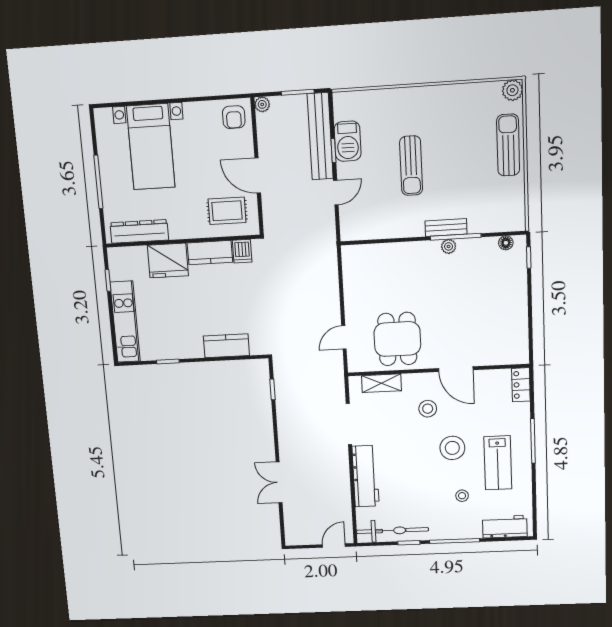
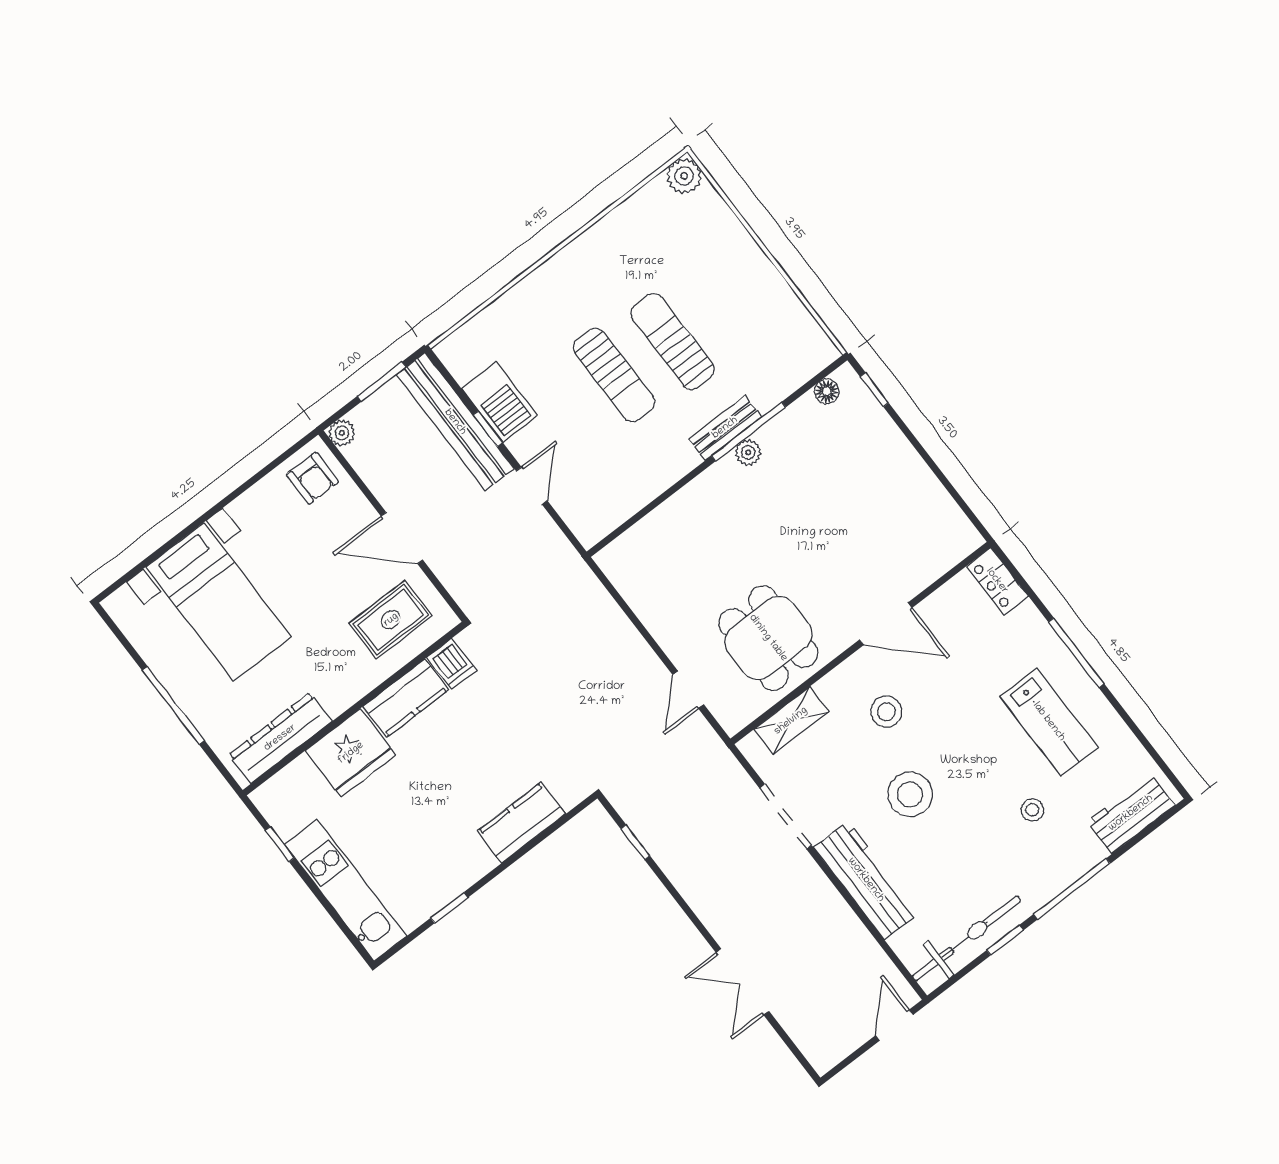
sun lounger: (508, 145) -> (673, 341), moved
stool: (452, 448) -> (910, 794), moved

